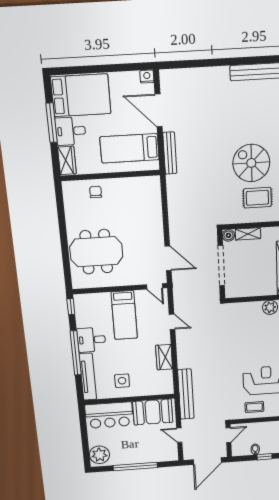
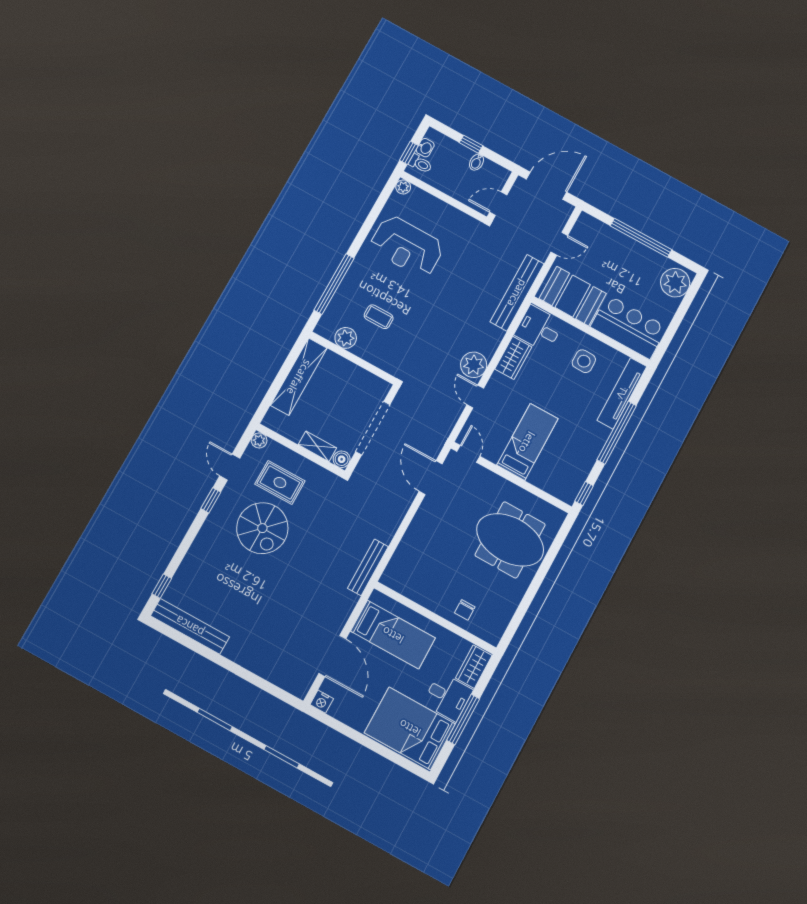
bench: (170, 153) -> (368, 567), moved
plant: (185, 339) -> (474, 365), added
desk: (91, 340) -> (539, 329), moved, turned 180
coffee table: (254, 407) -> (379, 317), moved
door: (179, 435) -> (559, 244), hinge flipped

